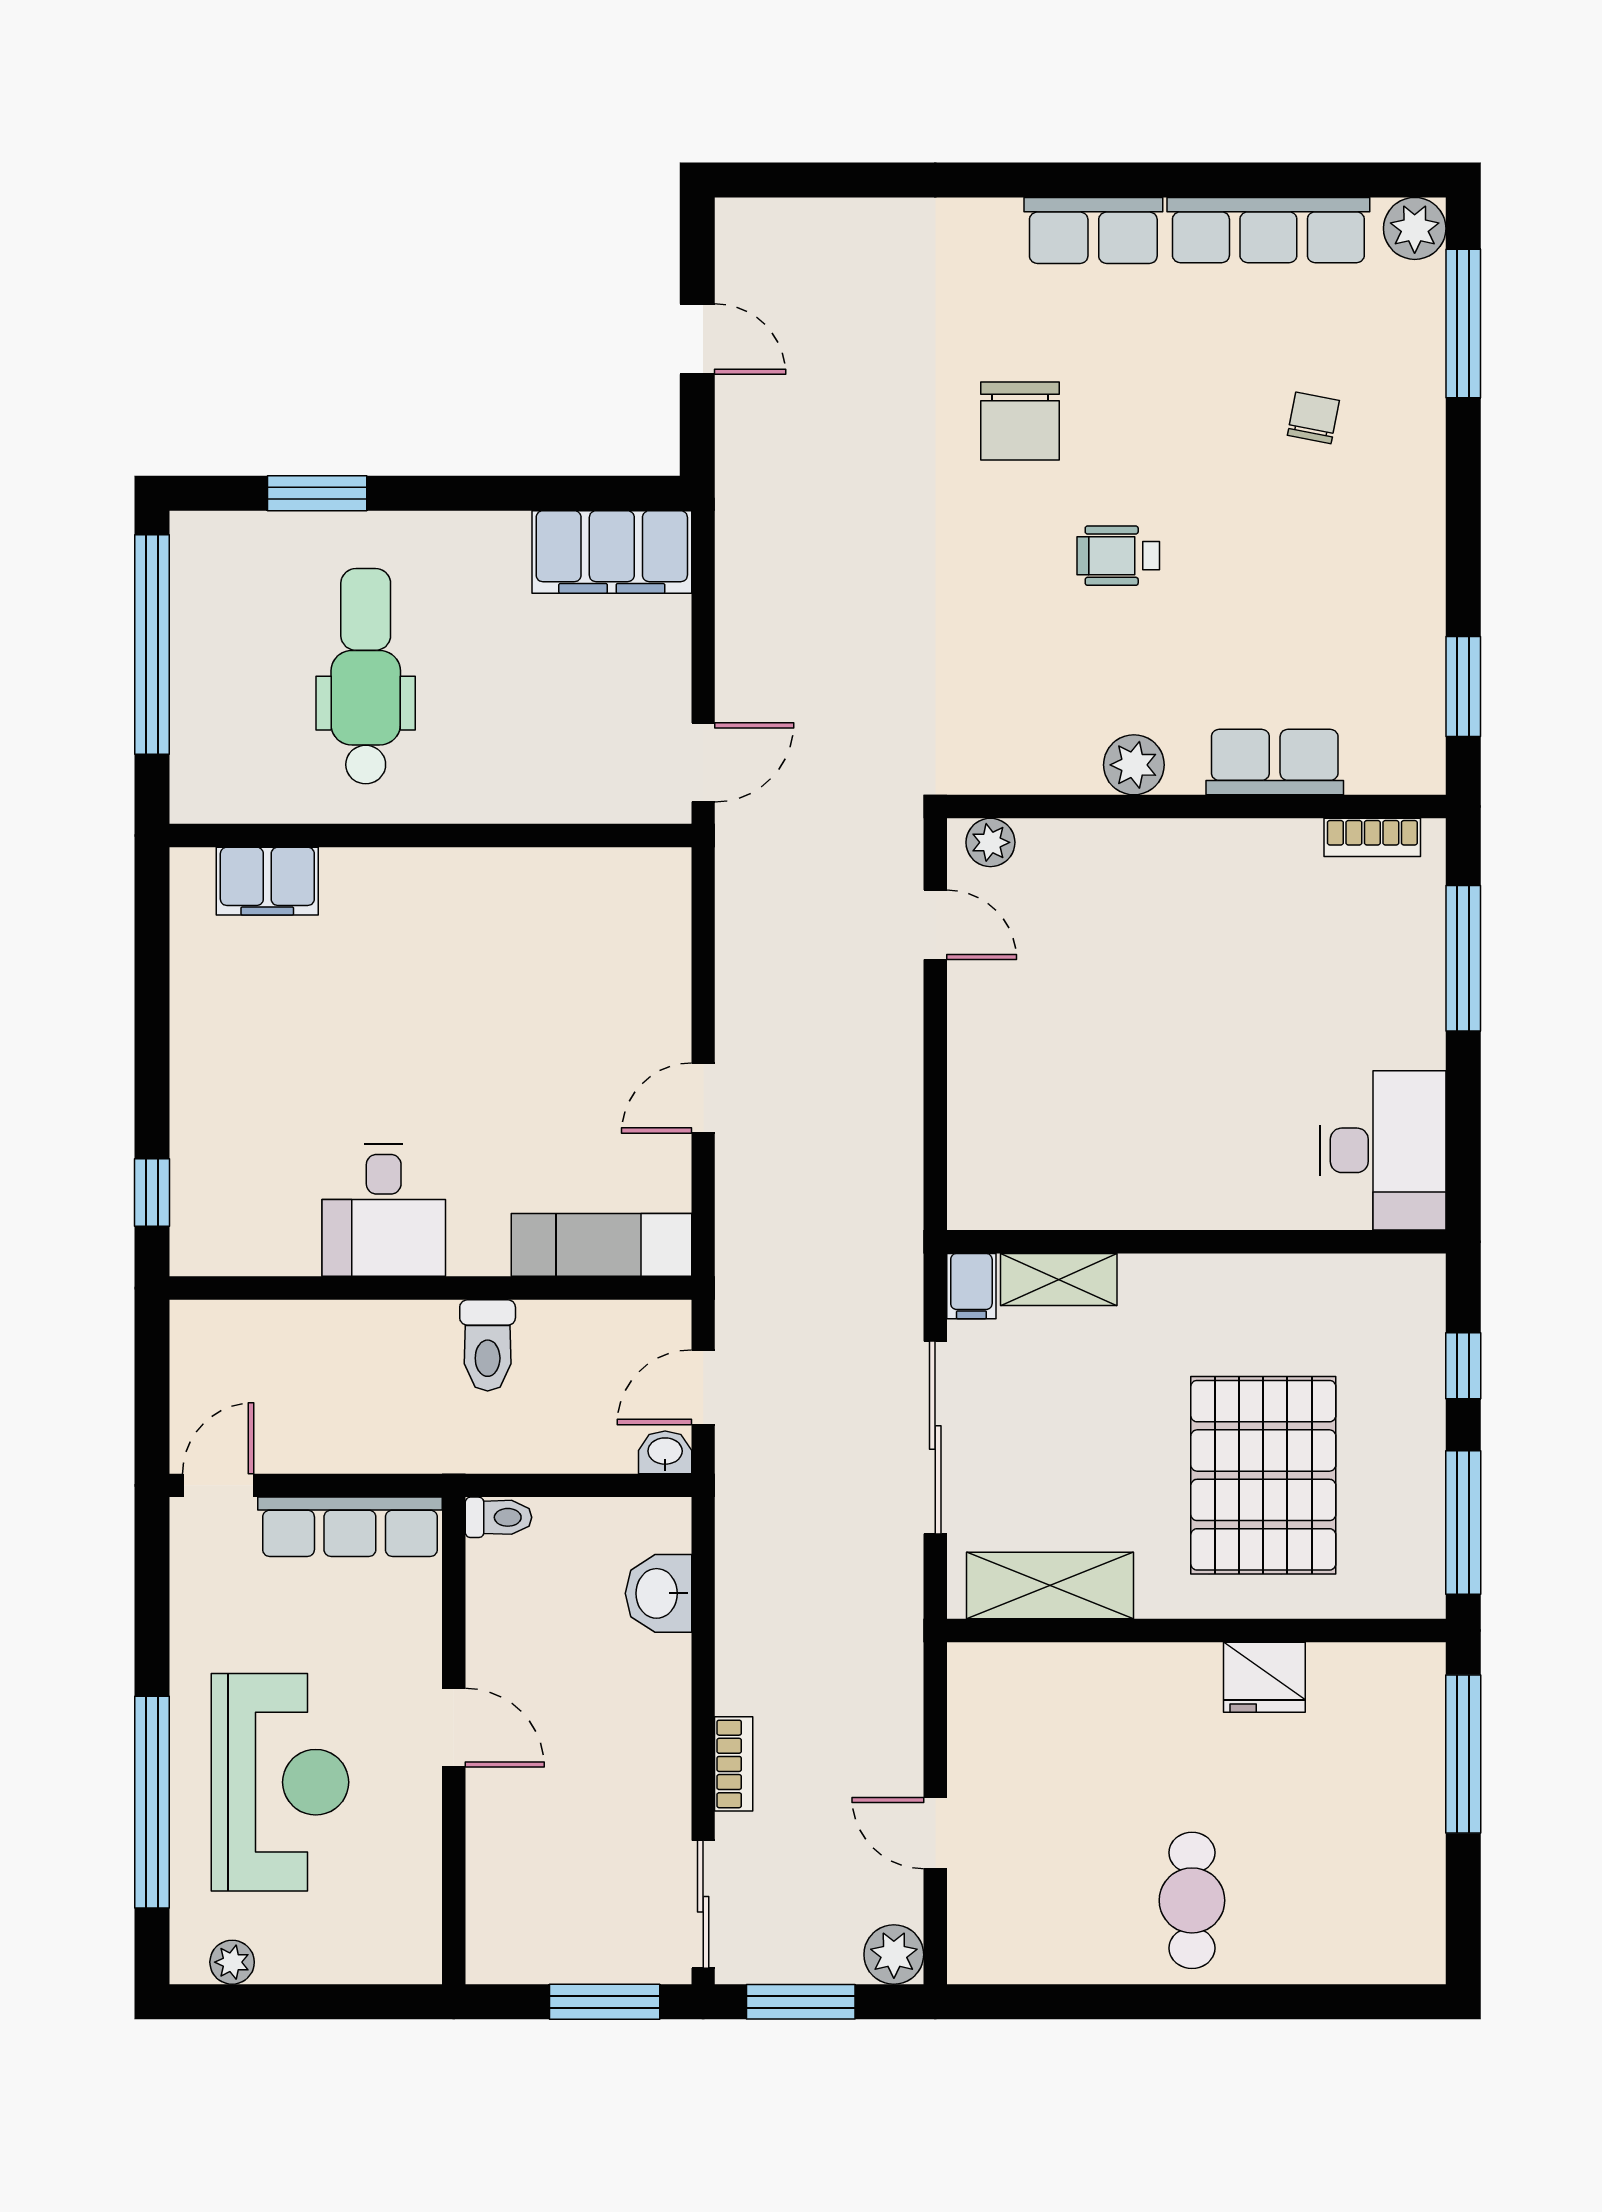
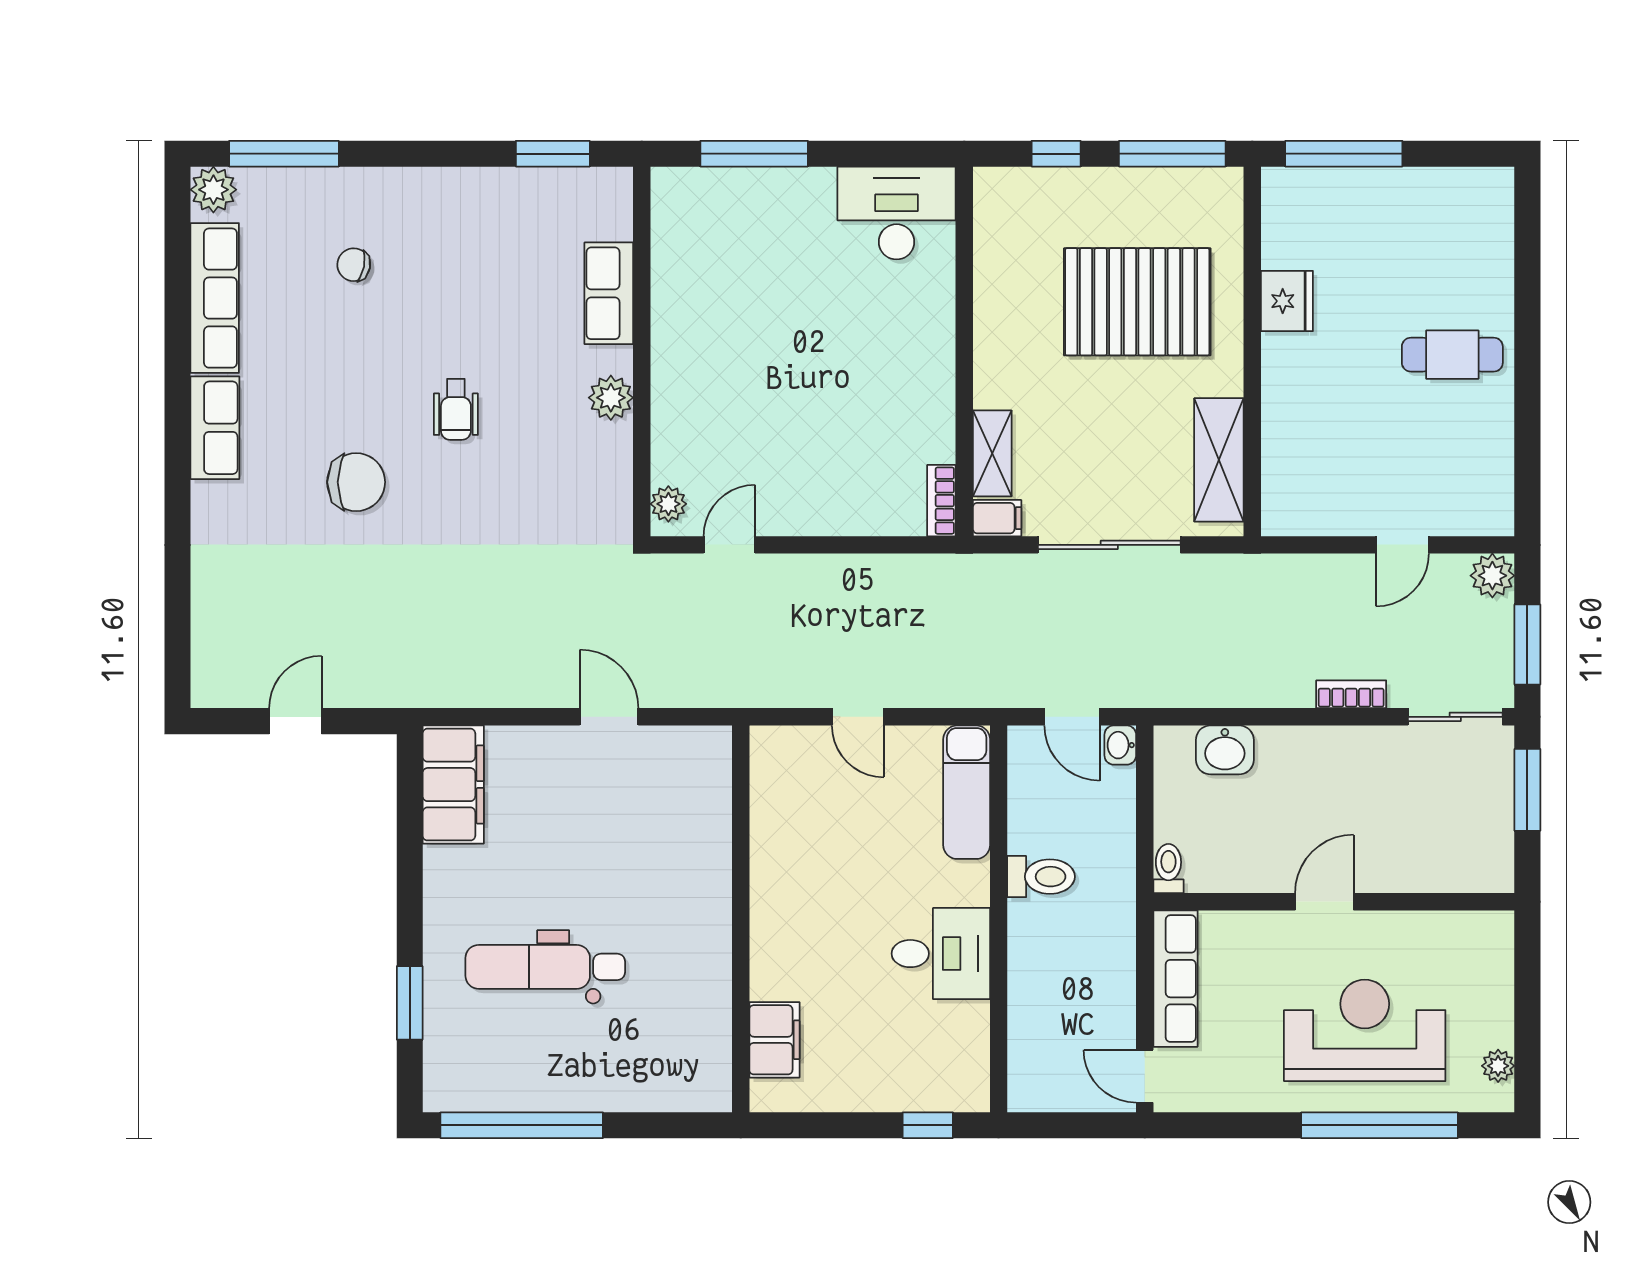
wall: (430, 836) -> (741, 919), moved
bookcase: (1372, 837) -> (941, 501), moved, turned 180
filing cabinet: (267, 881) -> (774, 1040), moved

